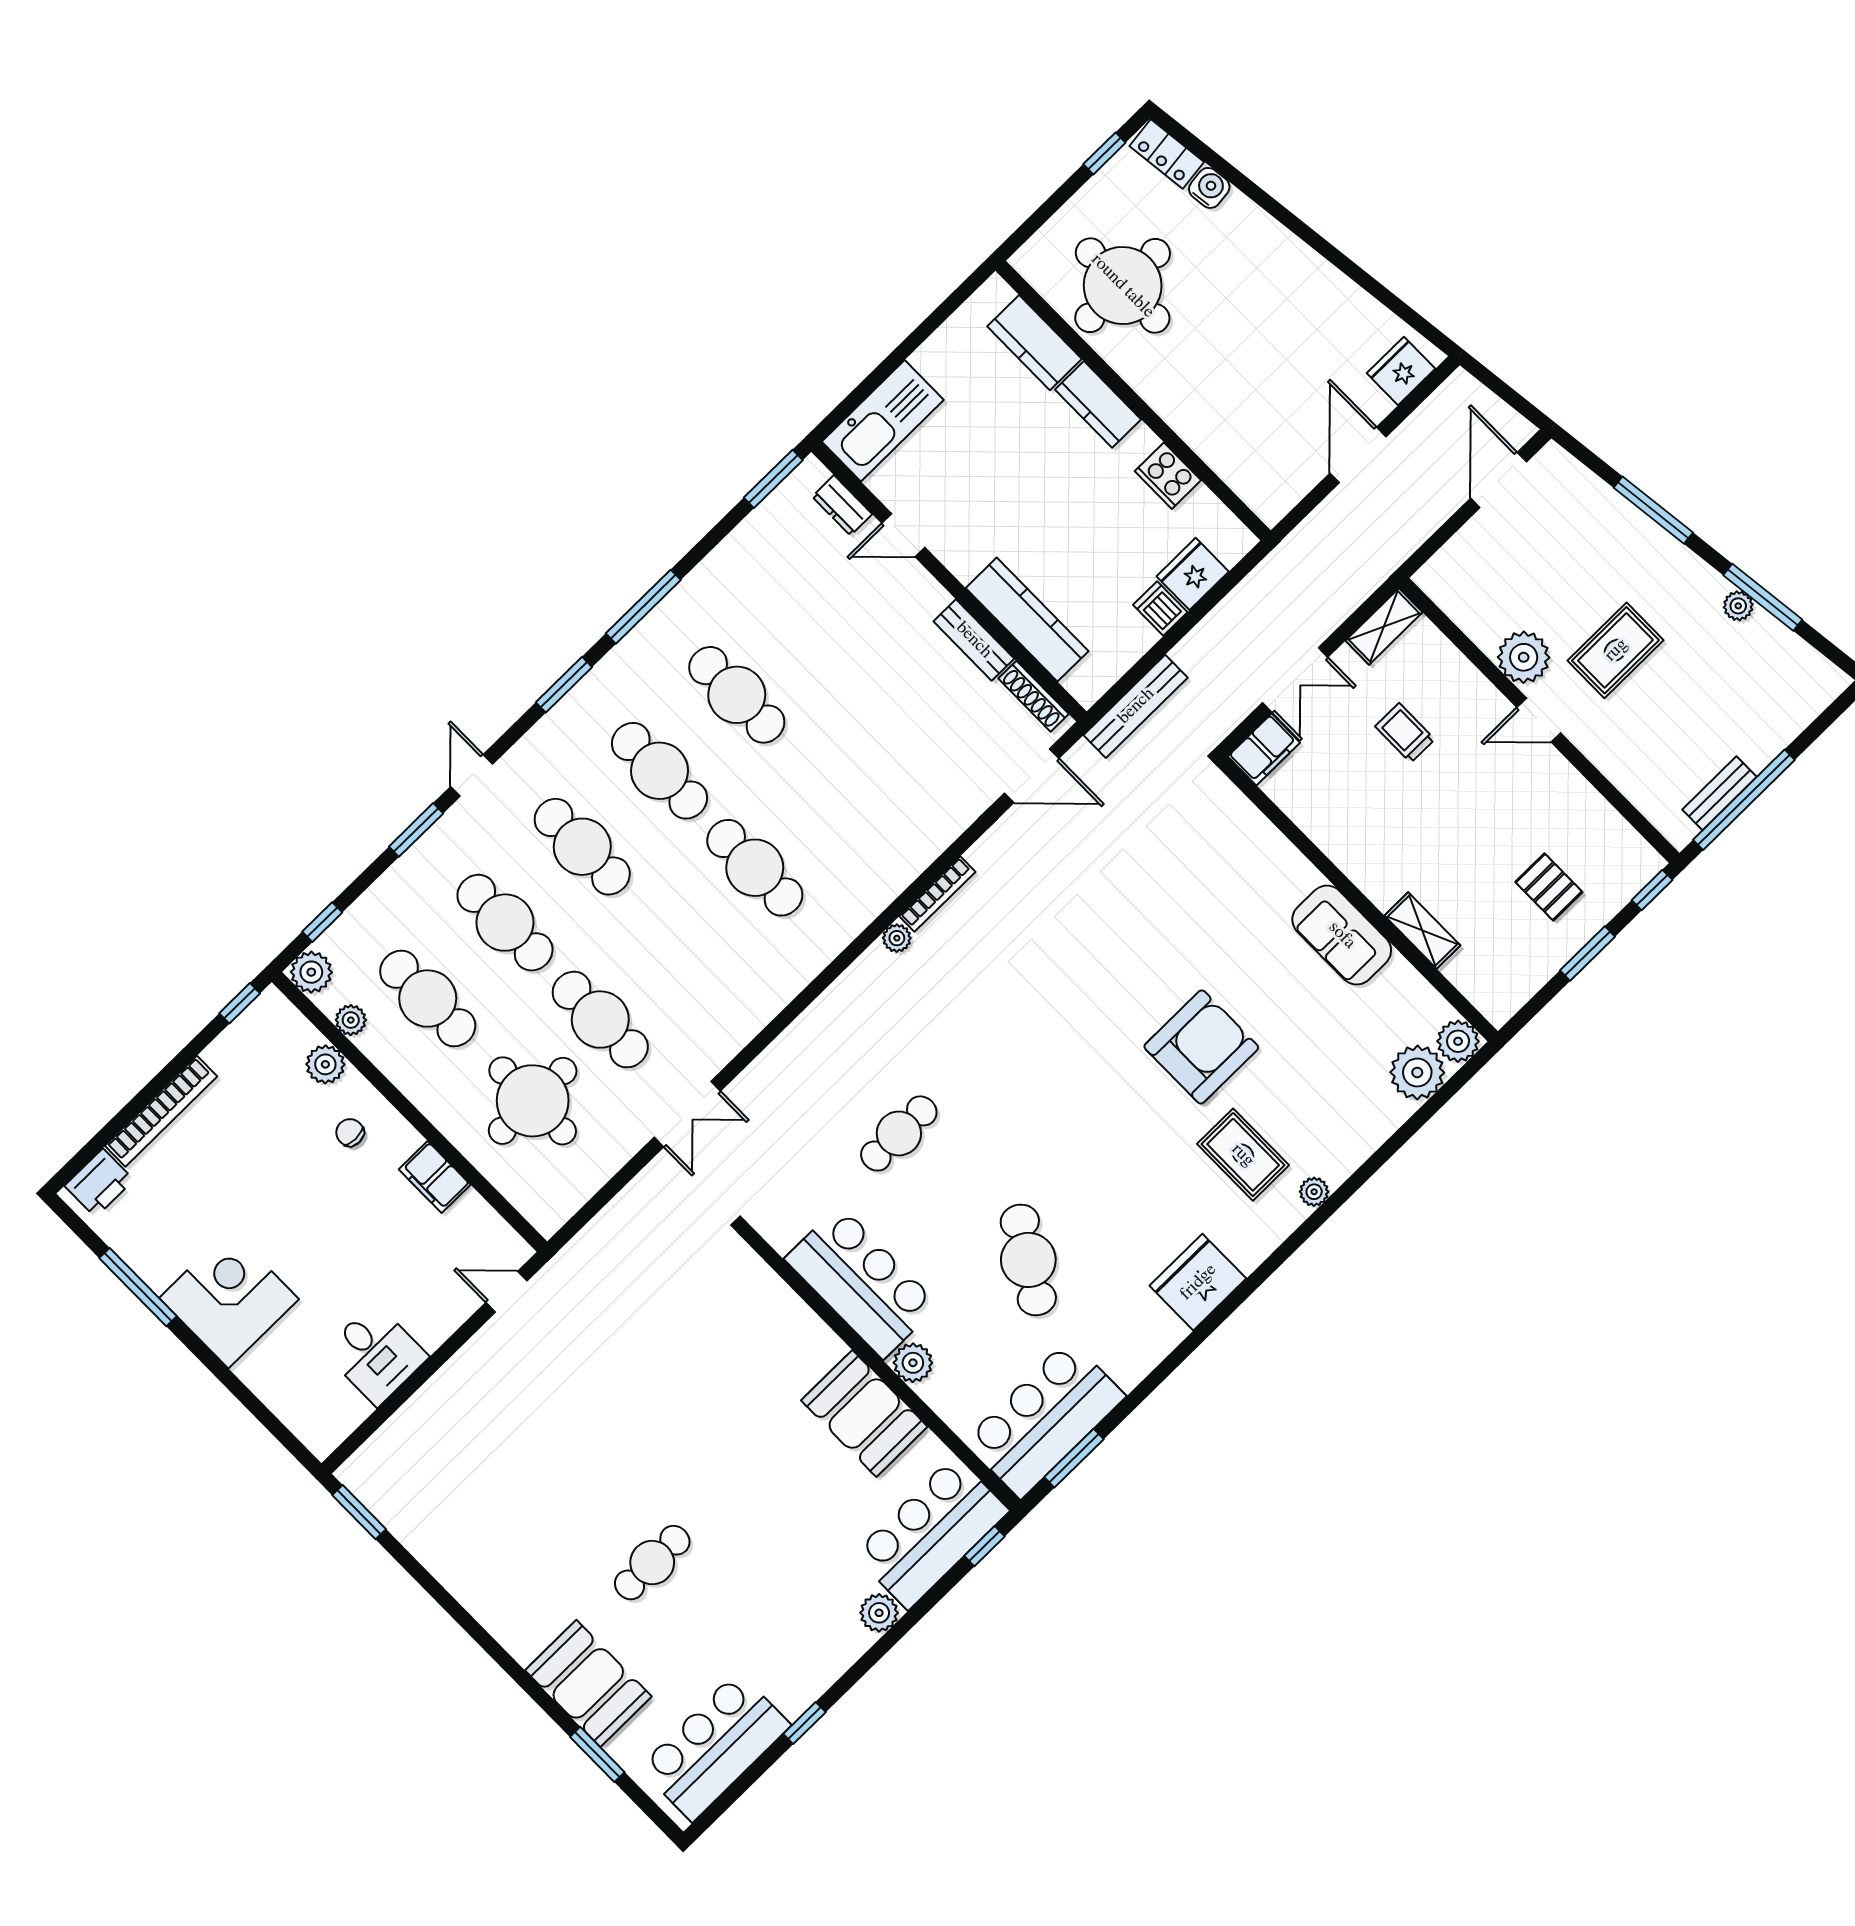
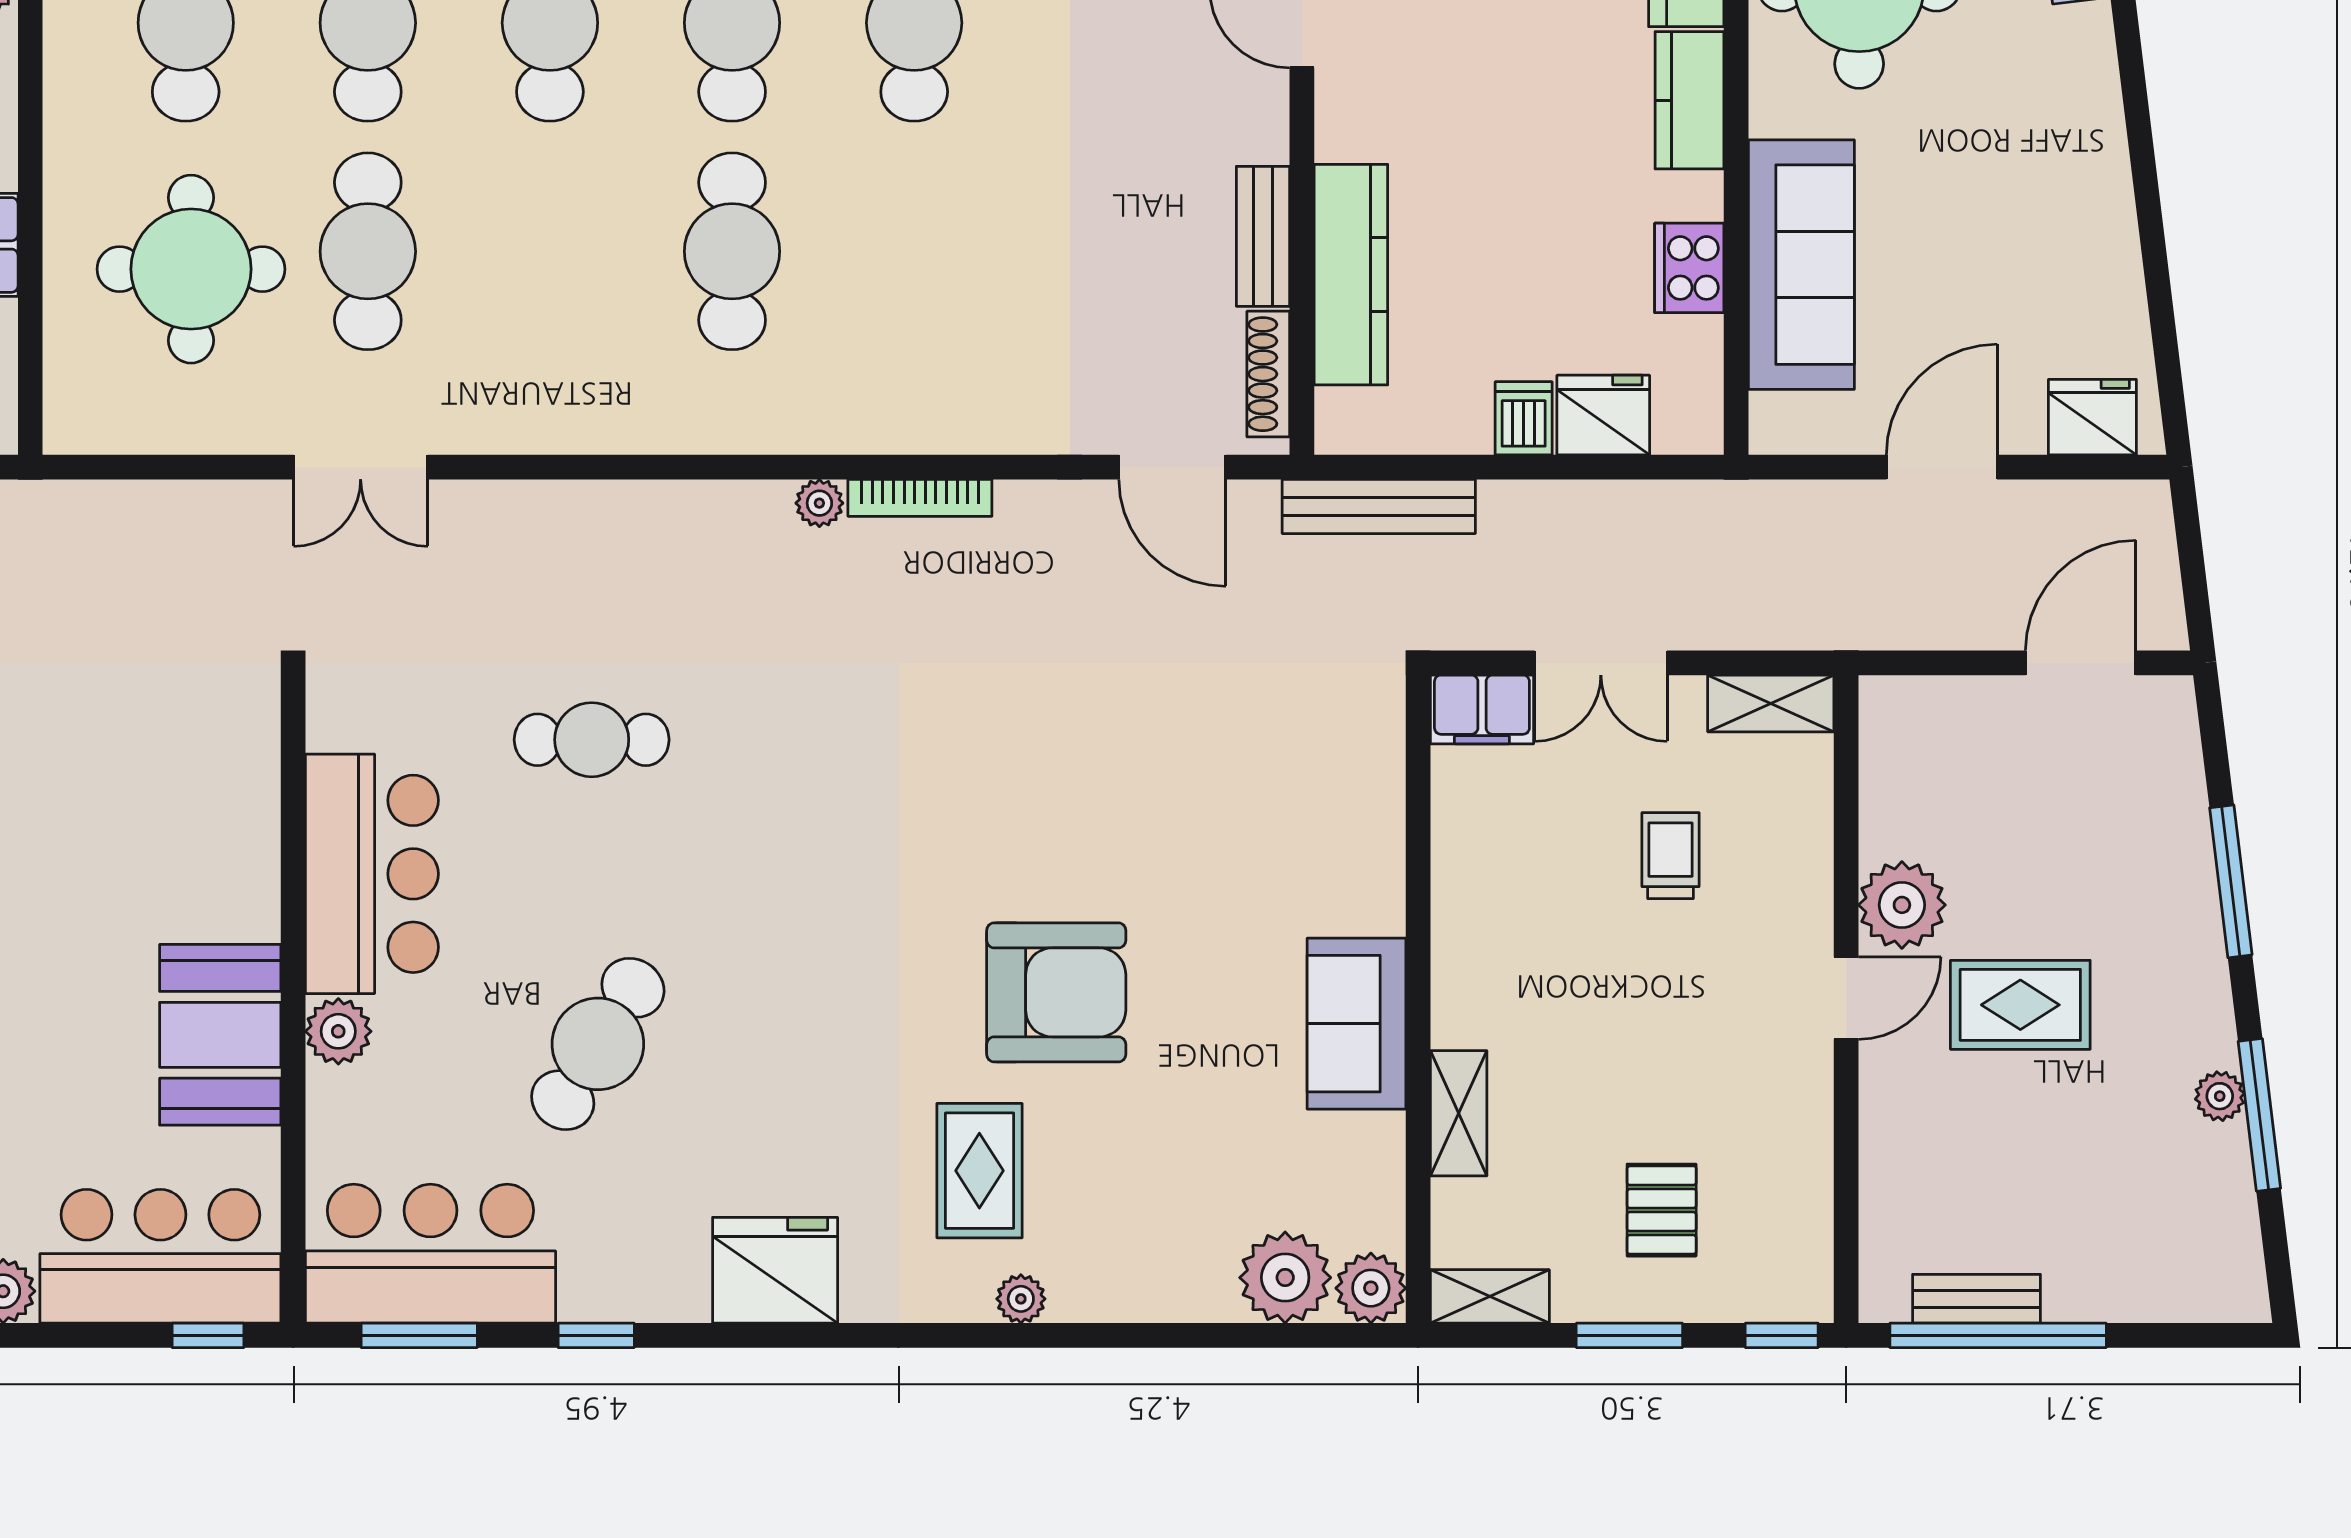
sofa: (1214, 428) -> (1801, 265), added
door: (1539, 720) -> (1846, 998), swing flipped
shelving: (1512, 995) -> (1490, 1296), added
window: (1149, 1384) -> (596, 1335), added

